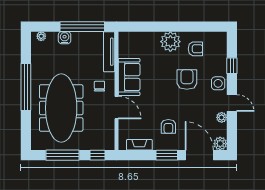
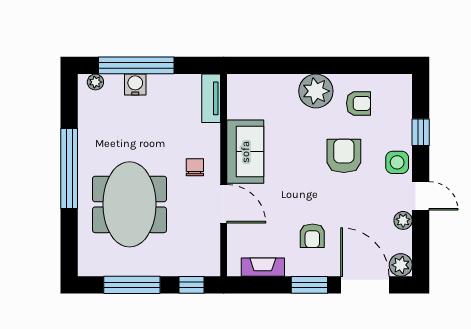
window: (82, 27) -> (136, 65), moved
tv unit: (109, 52) -> (211, 98), width x0.71
meeting table: (61, 108) -> (130, 204), width x0.73

